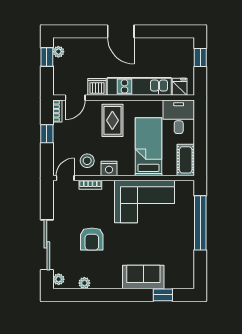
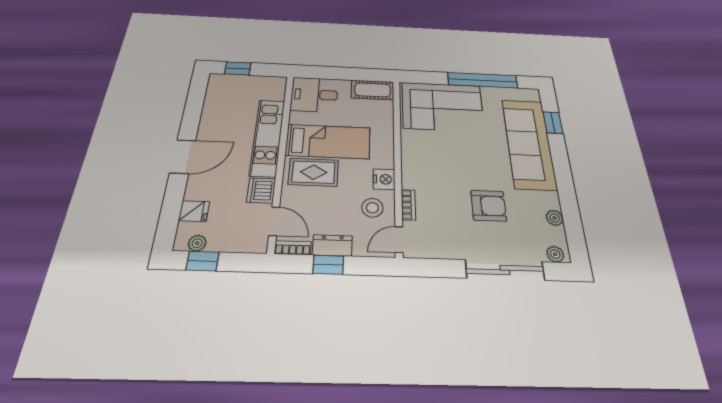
fridge: (180, 87) -> (194, 211), moved, turned 180
dresser: (60, 136) -> (332, 245), added
bed: (149, 147) -> (328, 142), moved, turned 180
door: (65, 178) -> (399, 240), hinge flipped
corner sofa: (145, 202) -> (442, 107), moved, turned 90
window: (200, 223) -> (483, 80), moved
sofa: (143, 277) -> (529, 143), width x1.85, depth x1.27

